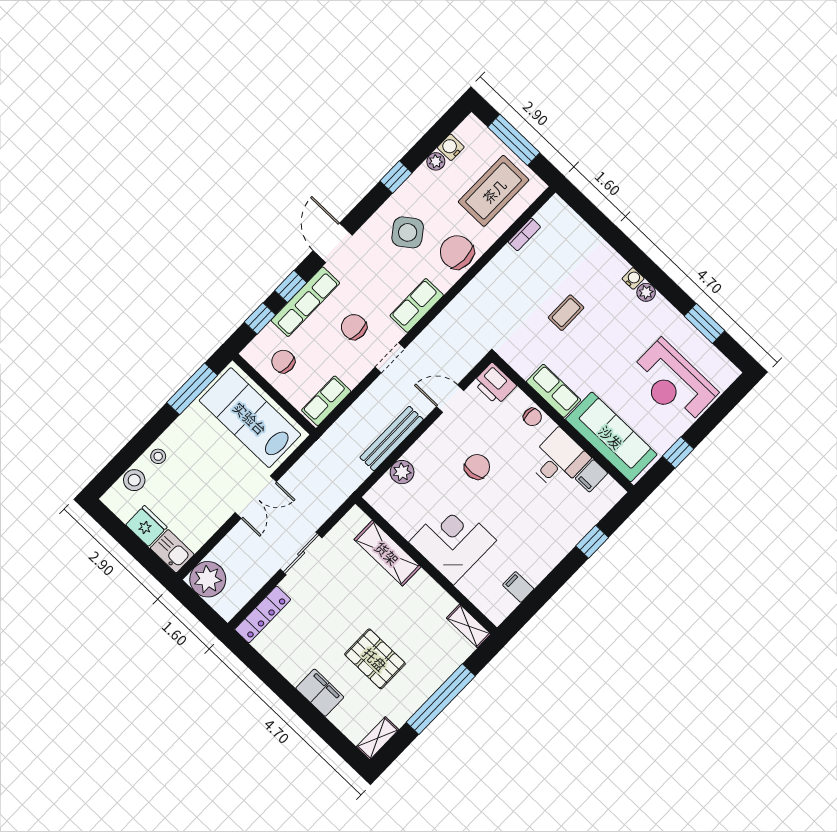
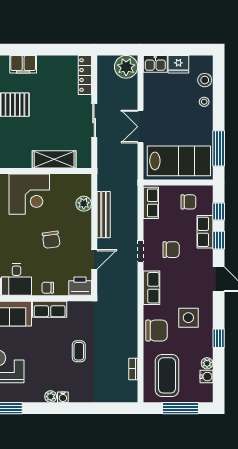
side table: (408, 232) -> (188, 318), turned 36
row of seats: (305, 302) -> (205, 232), width x0.68

